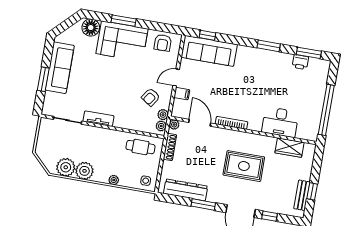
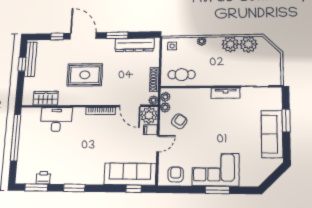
floor lamp: (91, 28) -> (249, 178), removed
plant: (181, 109) -> (149, 115), added
bench: (302, 195) -> (31, 59), width x1.36

